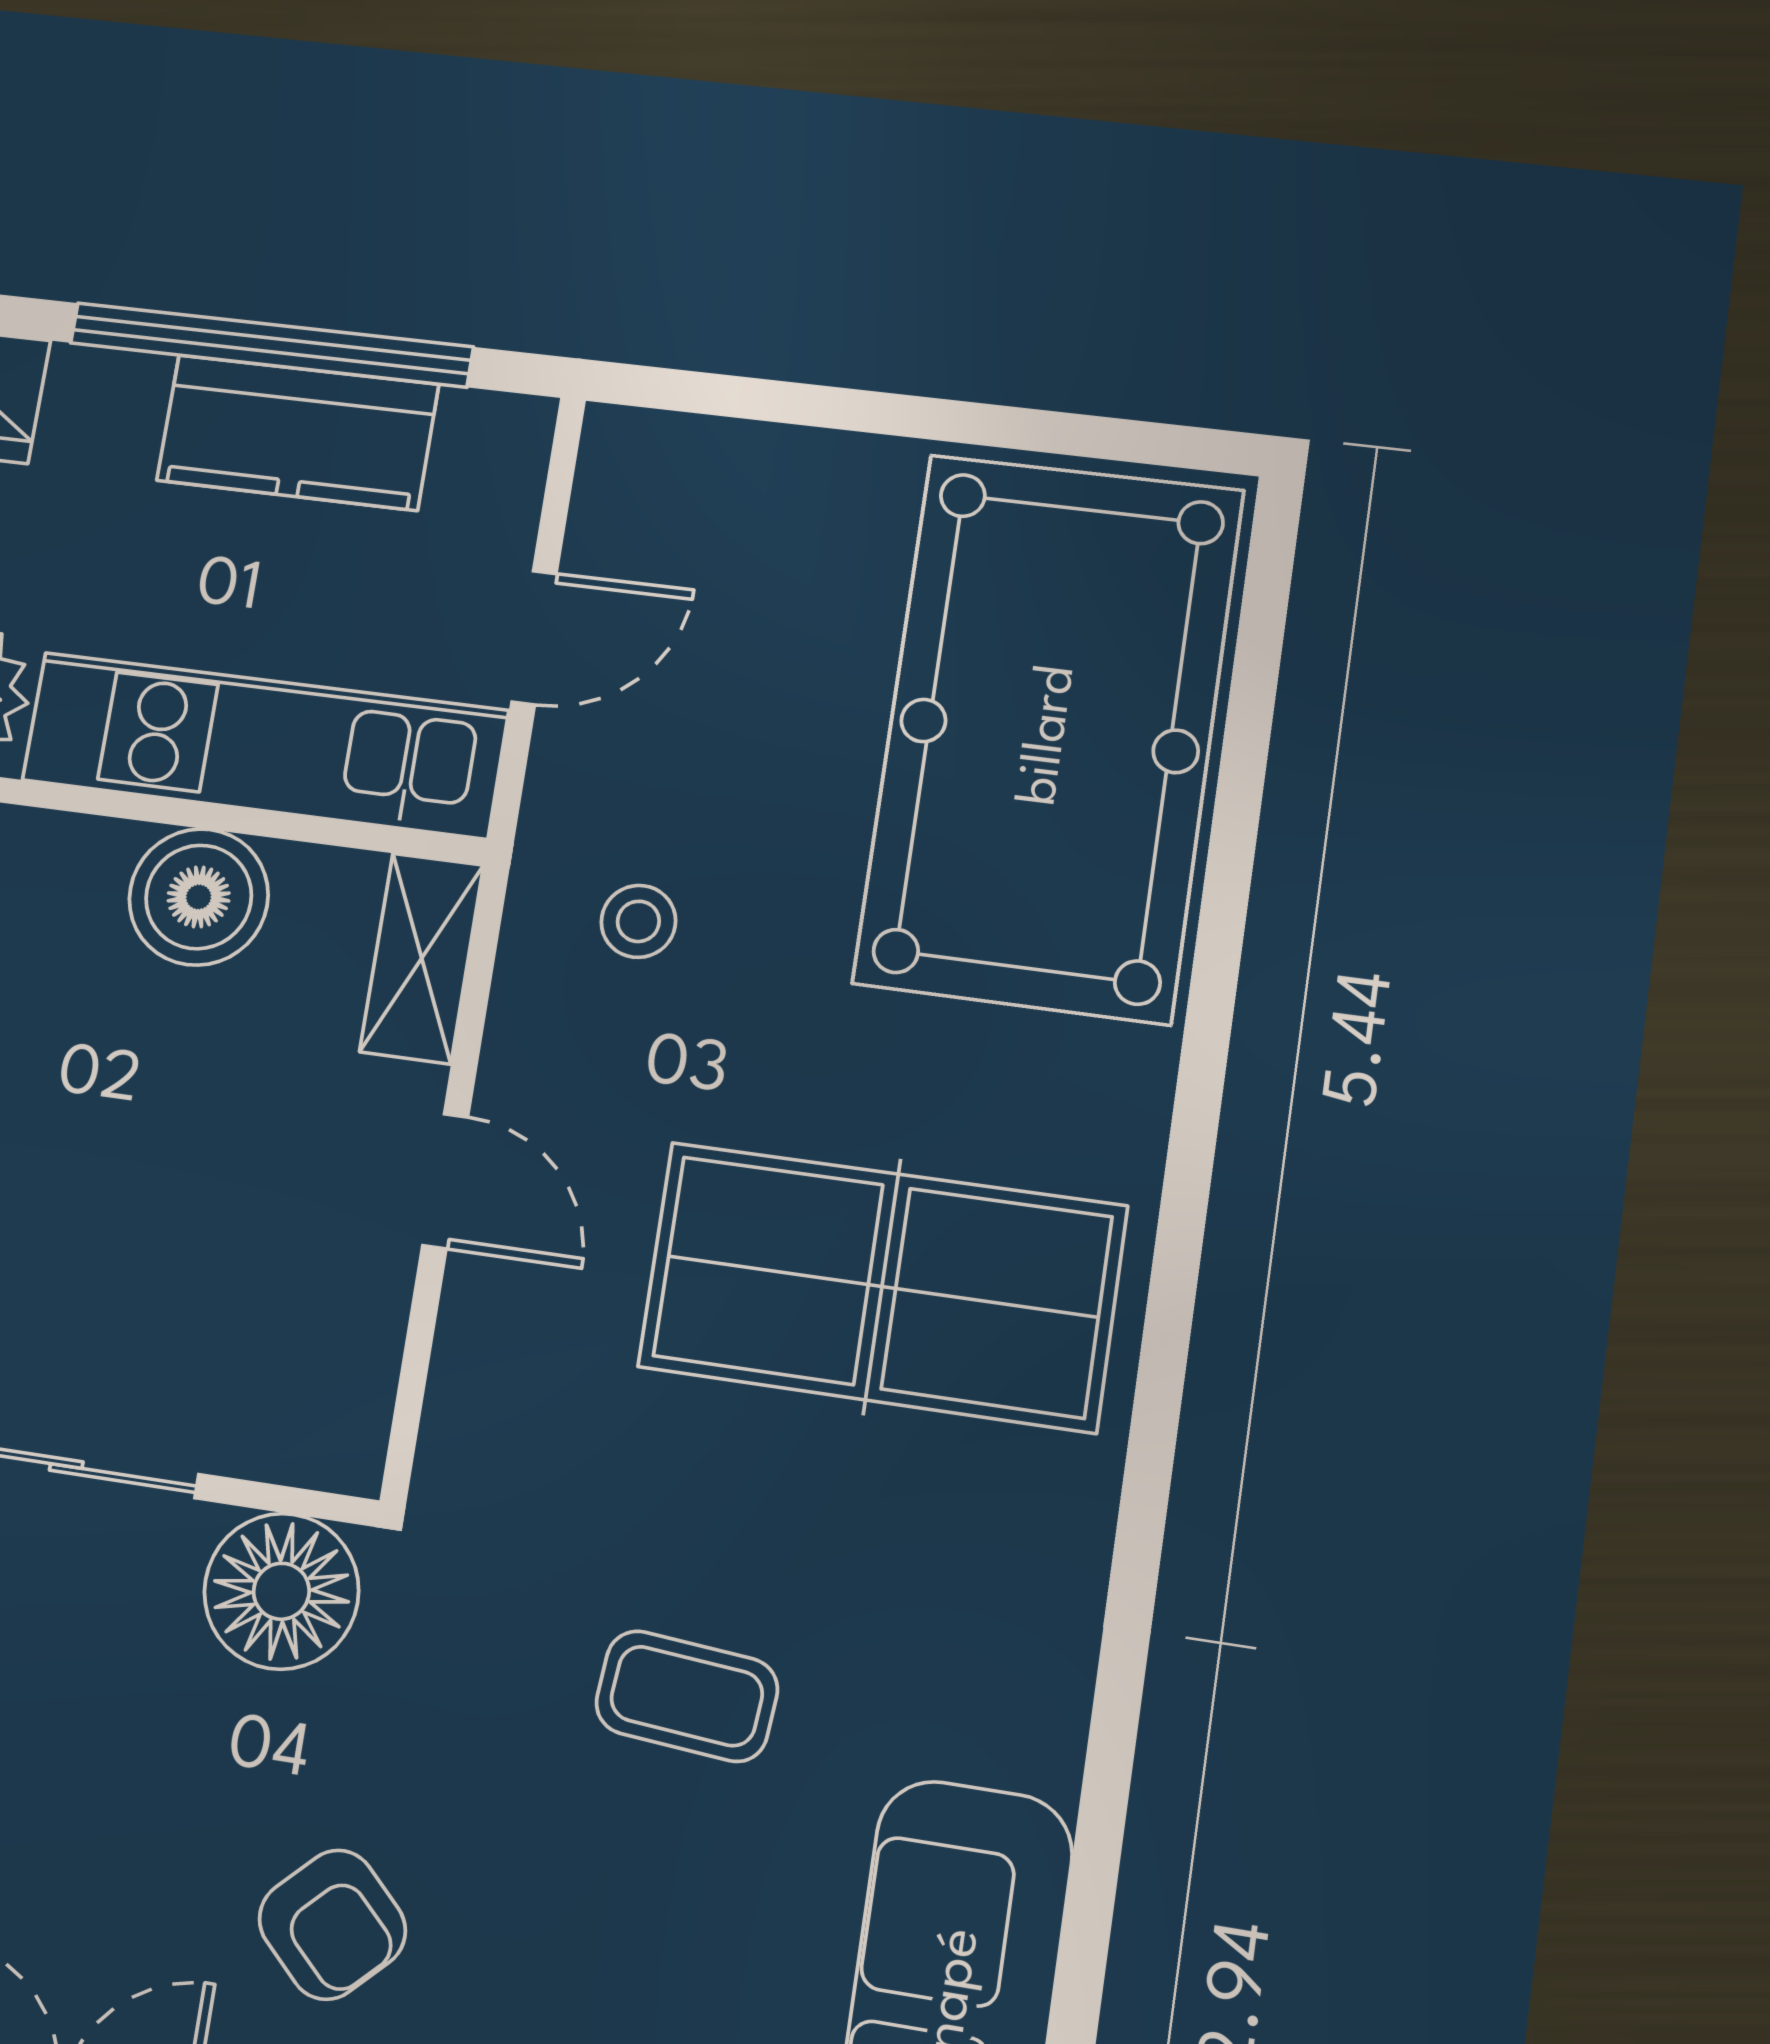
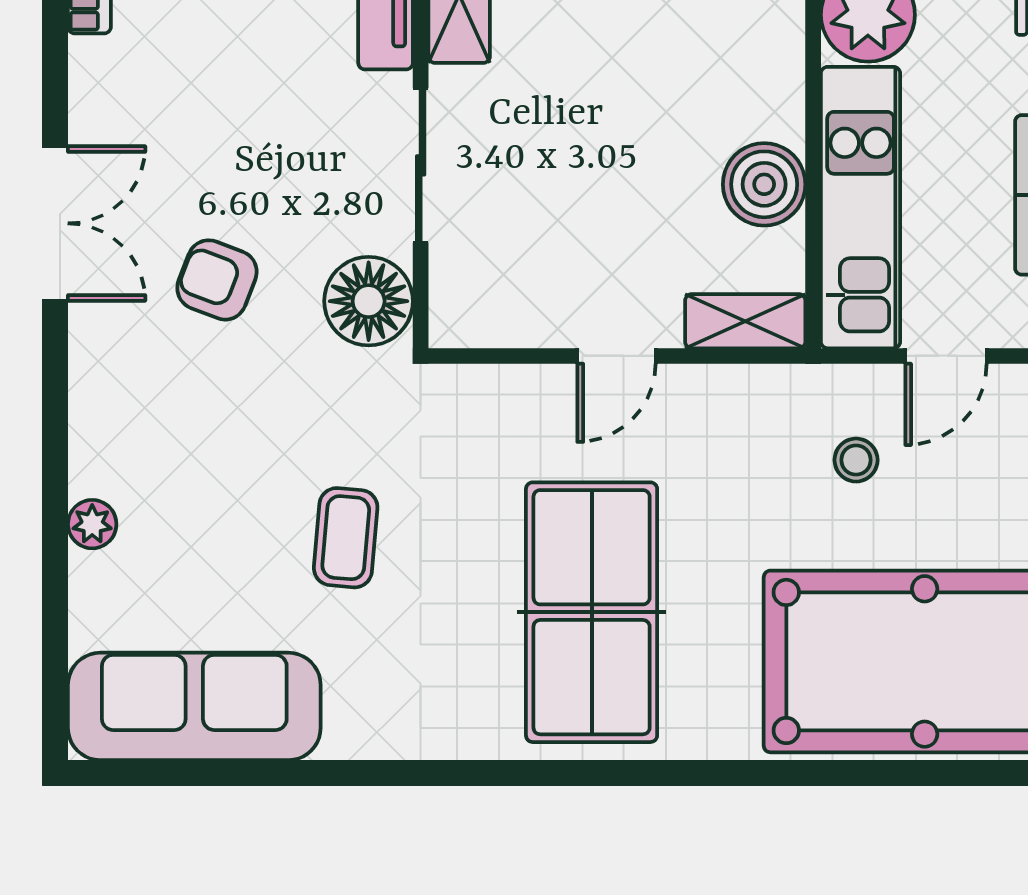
door: (534, 638) -> (946, 356), hinge flipped
stool: (638, 921) -> (856, 460), moved
armchair: (332, 1925) -> (217, 280), moved, turned 66

